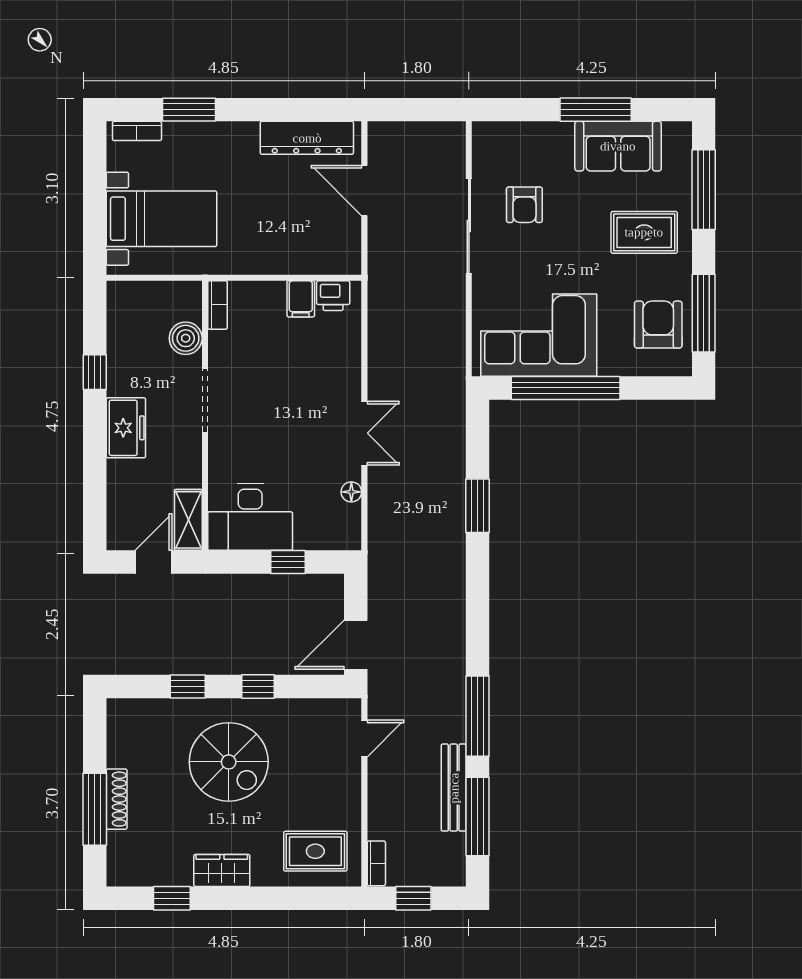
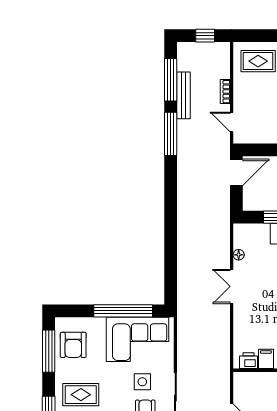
side table: (530, 256) -> (142, 382), added
window: (477, 506) -> (171, 247), removed
door: (364, 738) -> (232, 122), hinge flipped
bookcase: (376, 863) -> (225, 92), moved

